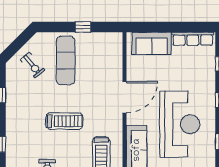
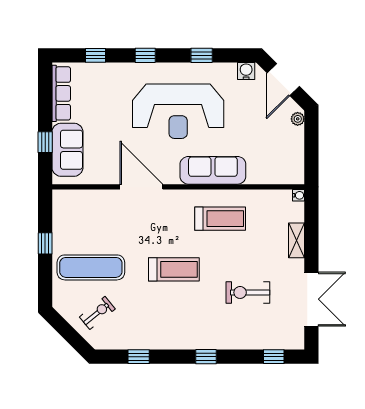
window: (157, 27) -> (45, 142), added
treadmill: (64, 121) -> (174, 269), turned 90
reception desk: (180, 124) -> (178, 111), turned 180

